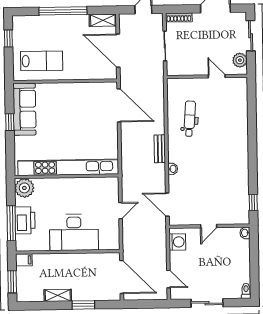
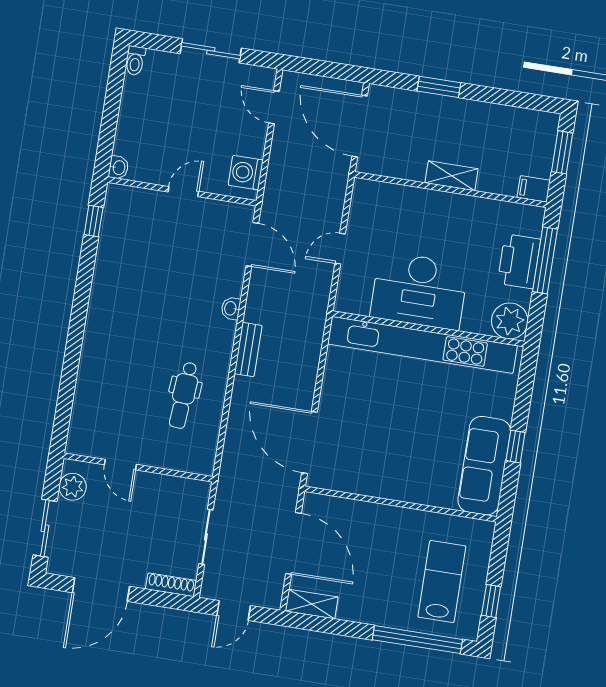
window: (63, 11) -> (417, 640), moved
lab bench: (42, 61) -> (442, 582), moved, turned 90
desk: (74, 232) -> (419, 291), moved, turned 180
shelving: (58, 295) -> (452, 176), moved

